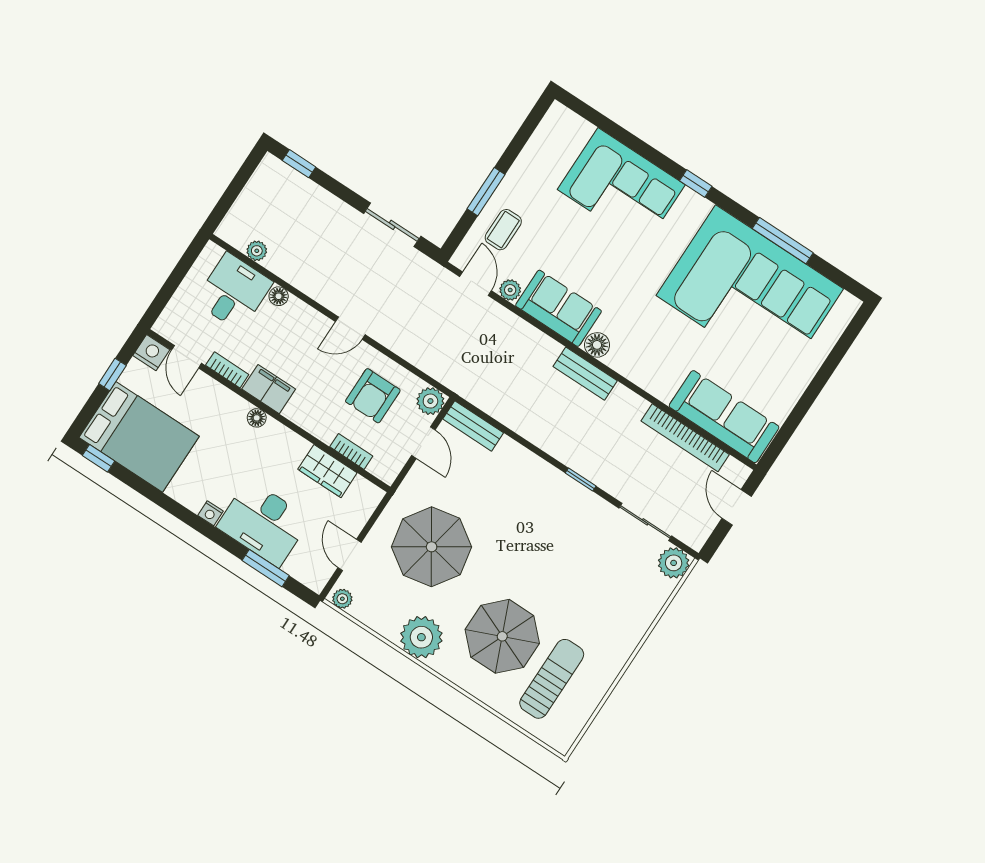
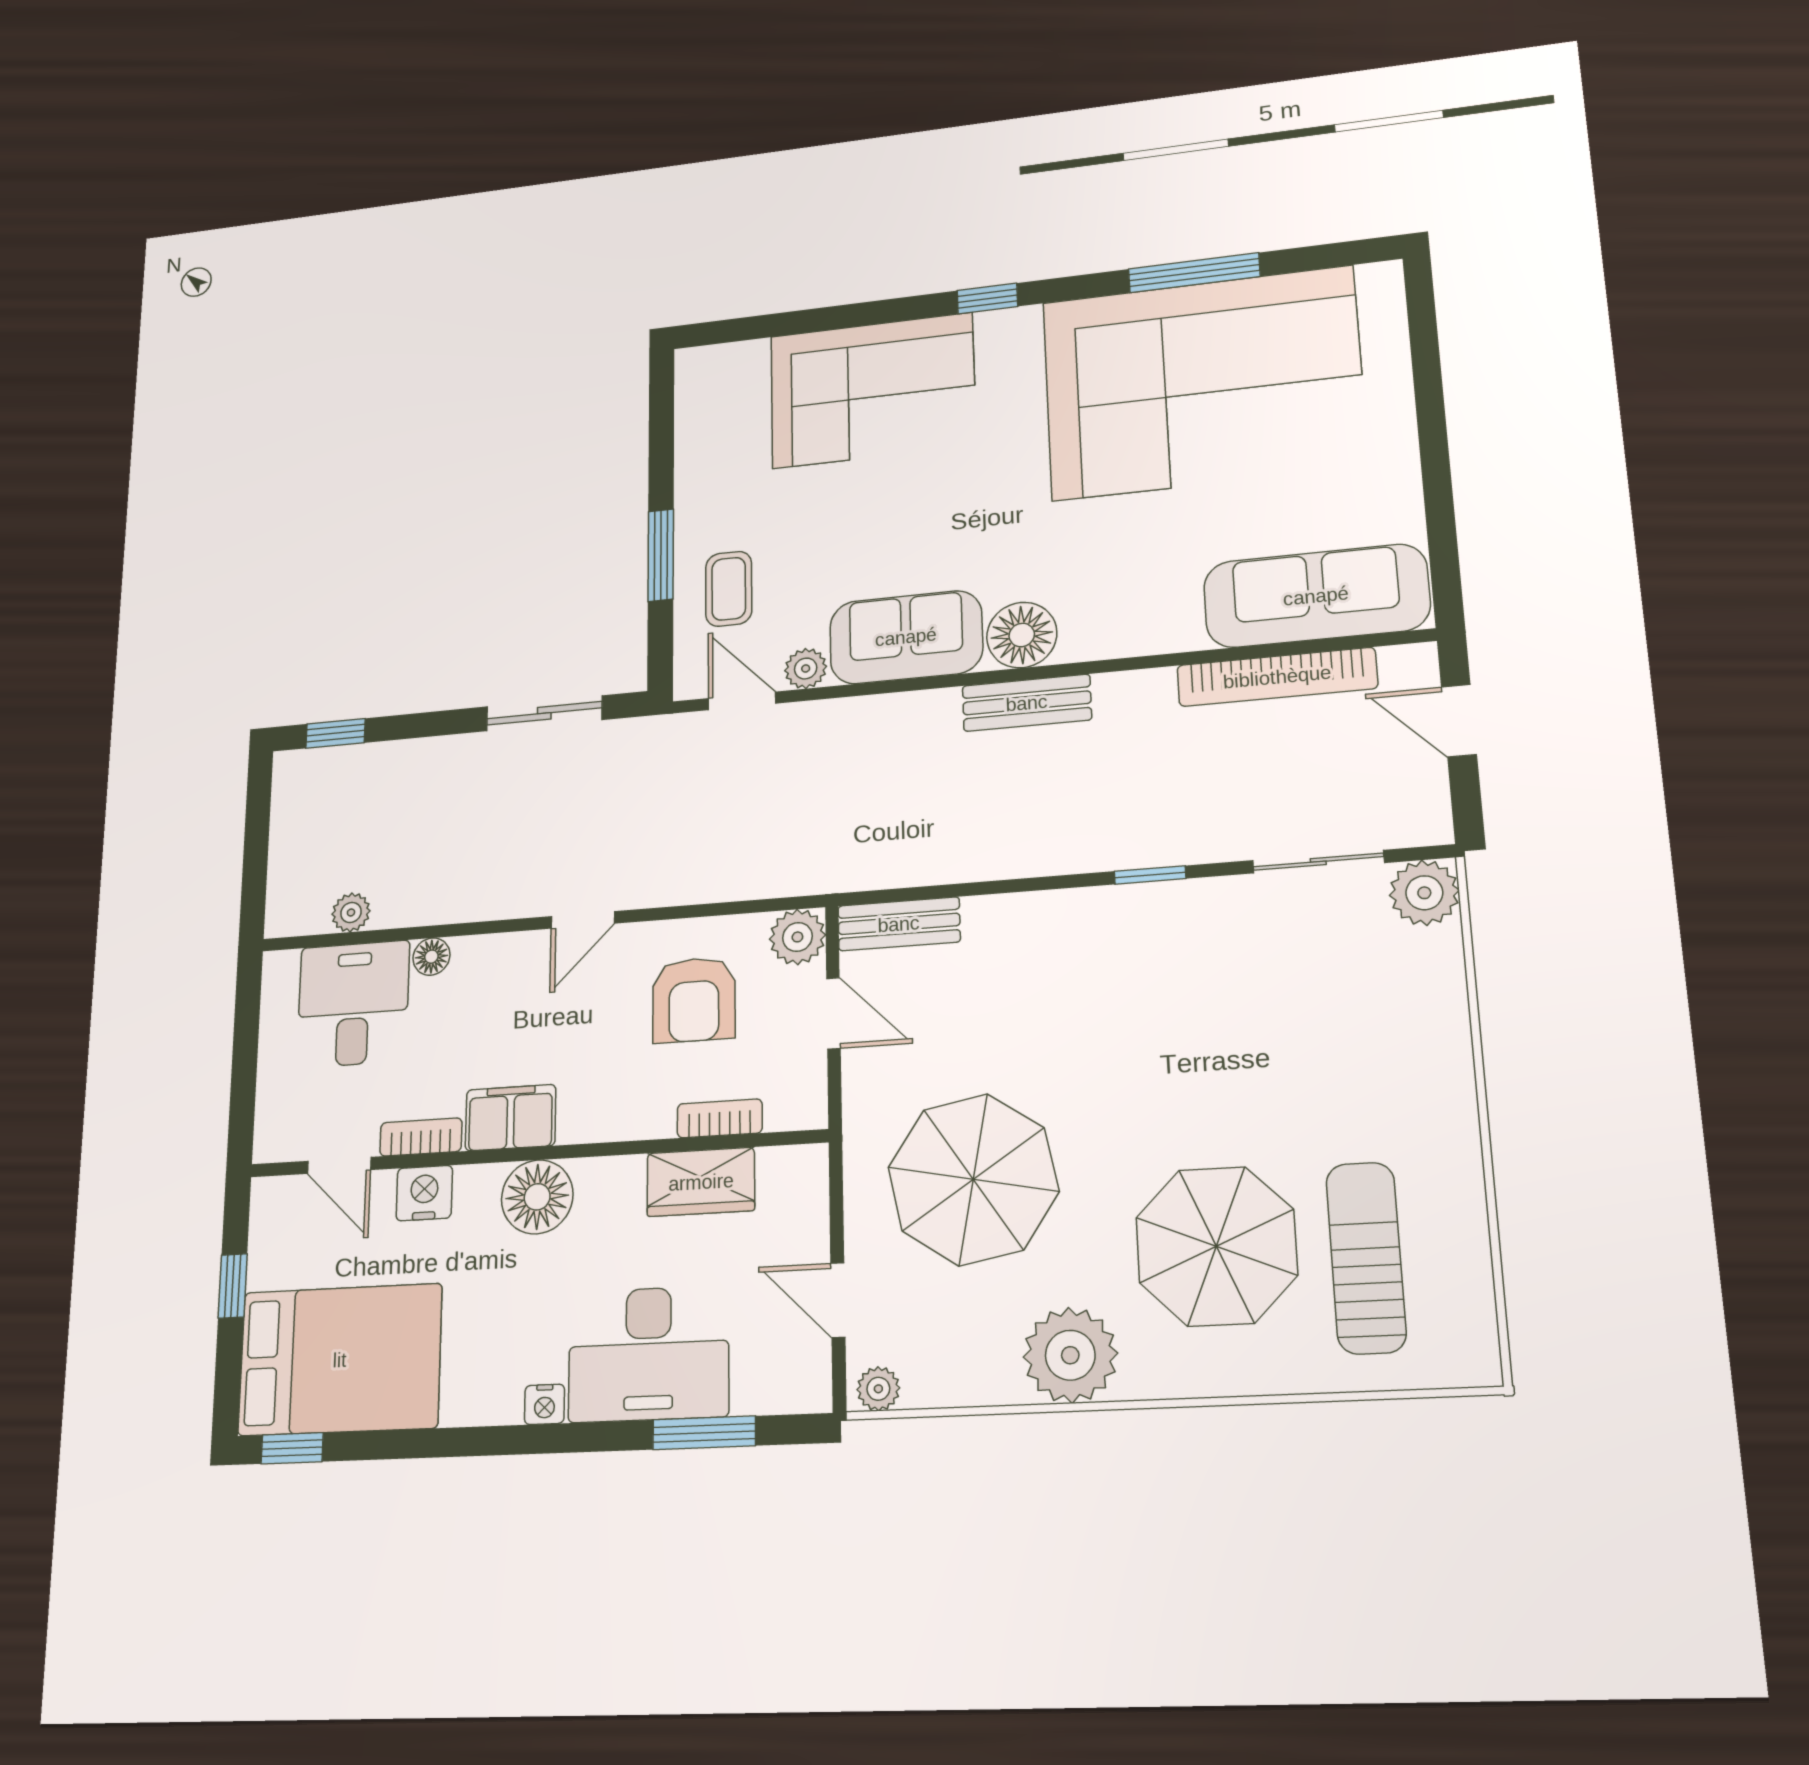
floor lamp: (597, 345) -> (1022, 635), width x1.38, depth x1.38
nightstand: (151, 353) -> (424, 1193), moved
floor lamp: (257, 418) -> (537, 1197), width x1.89, depth x1.89

